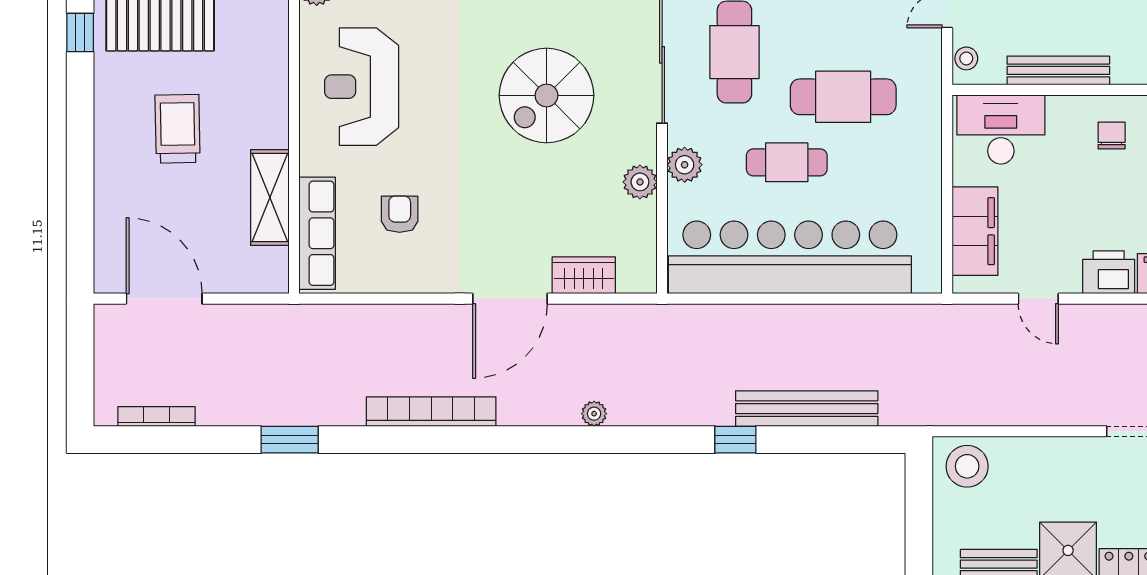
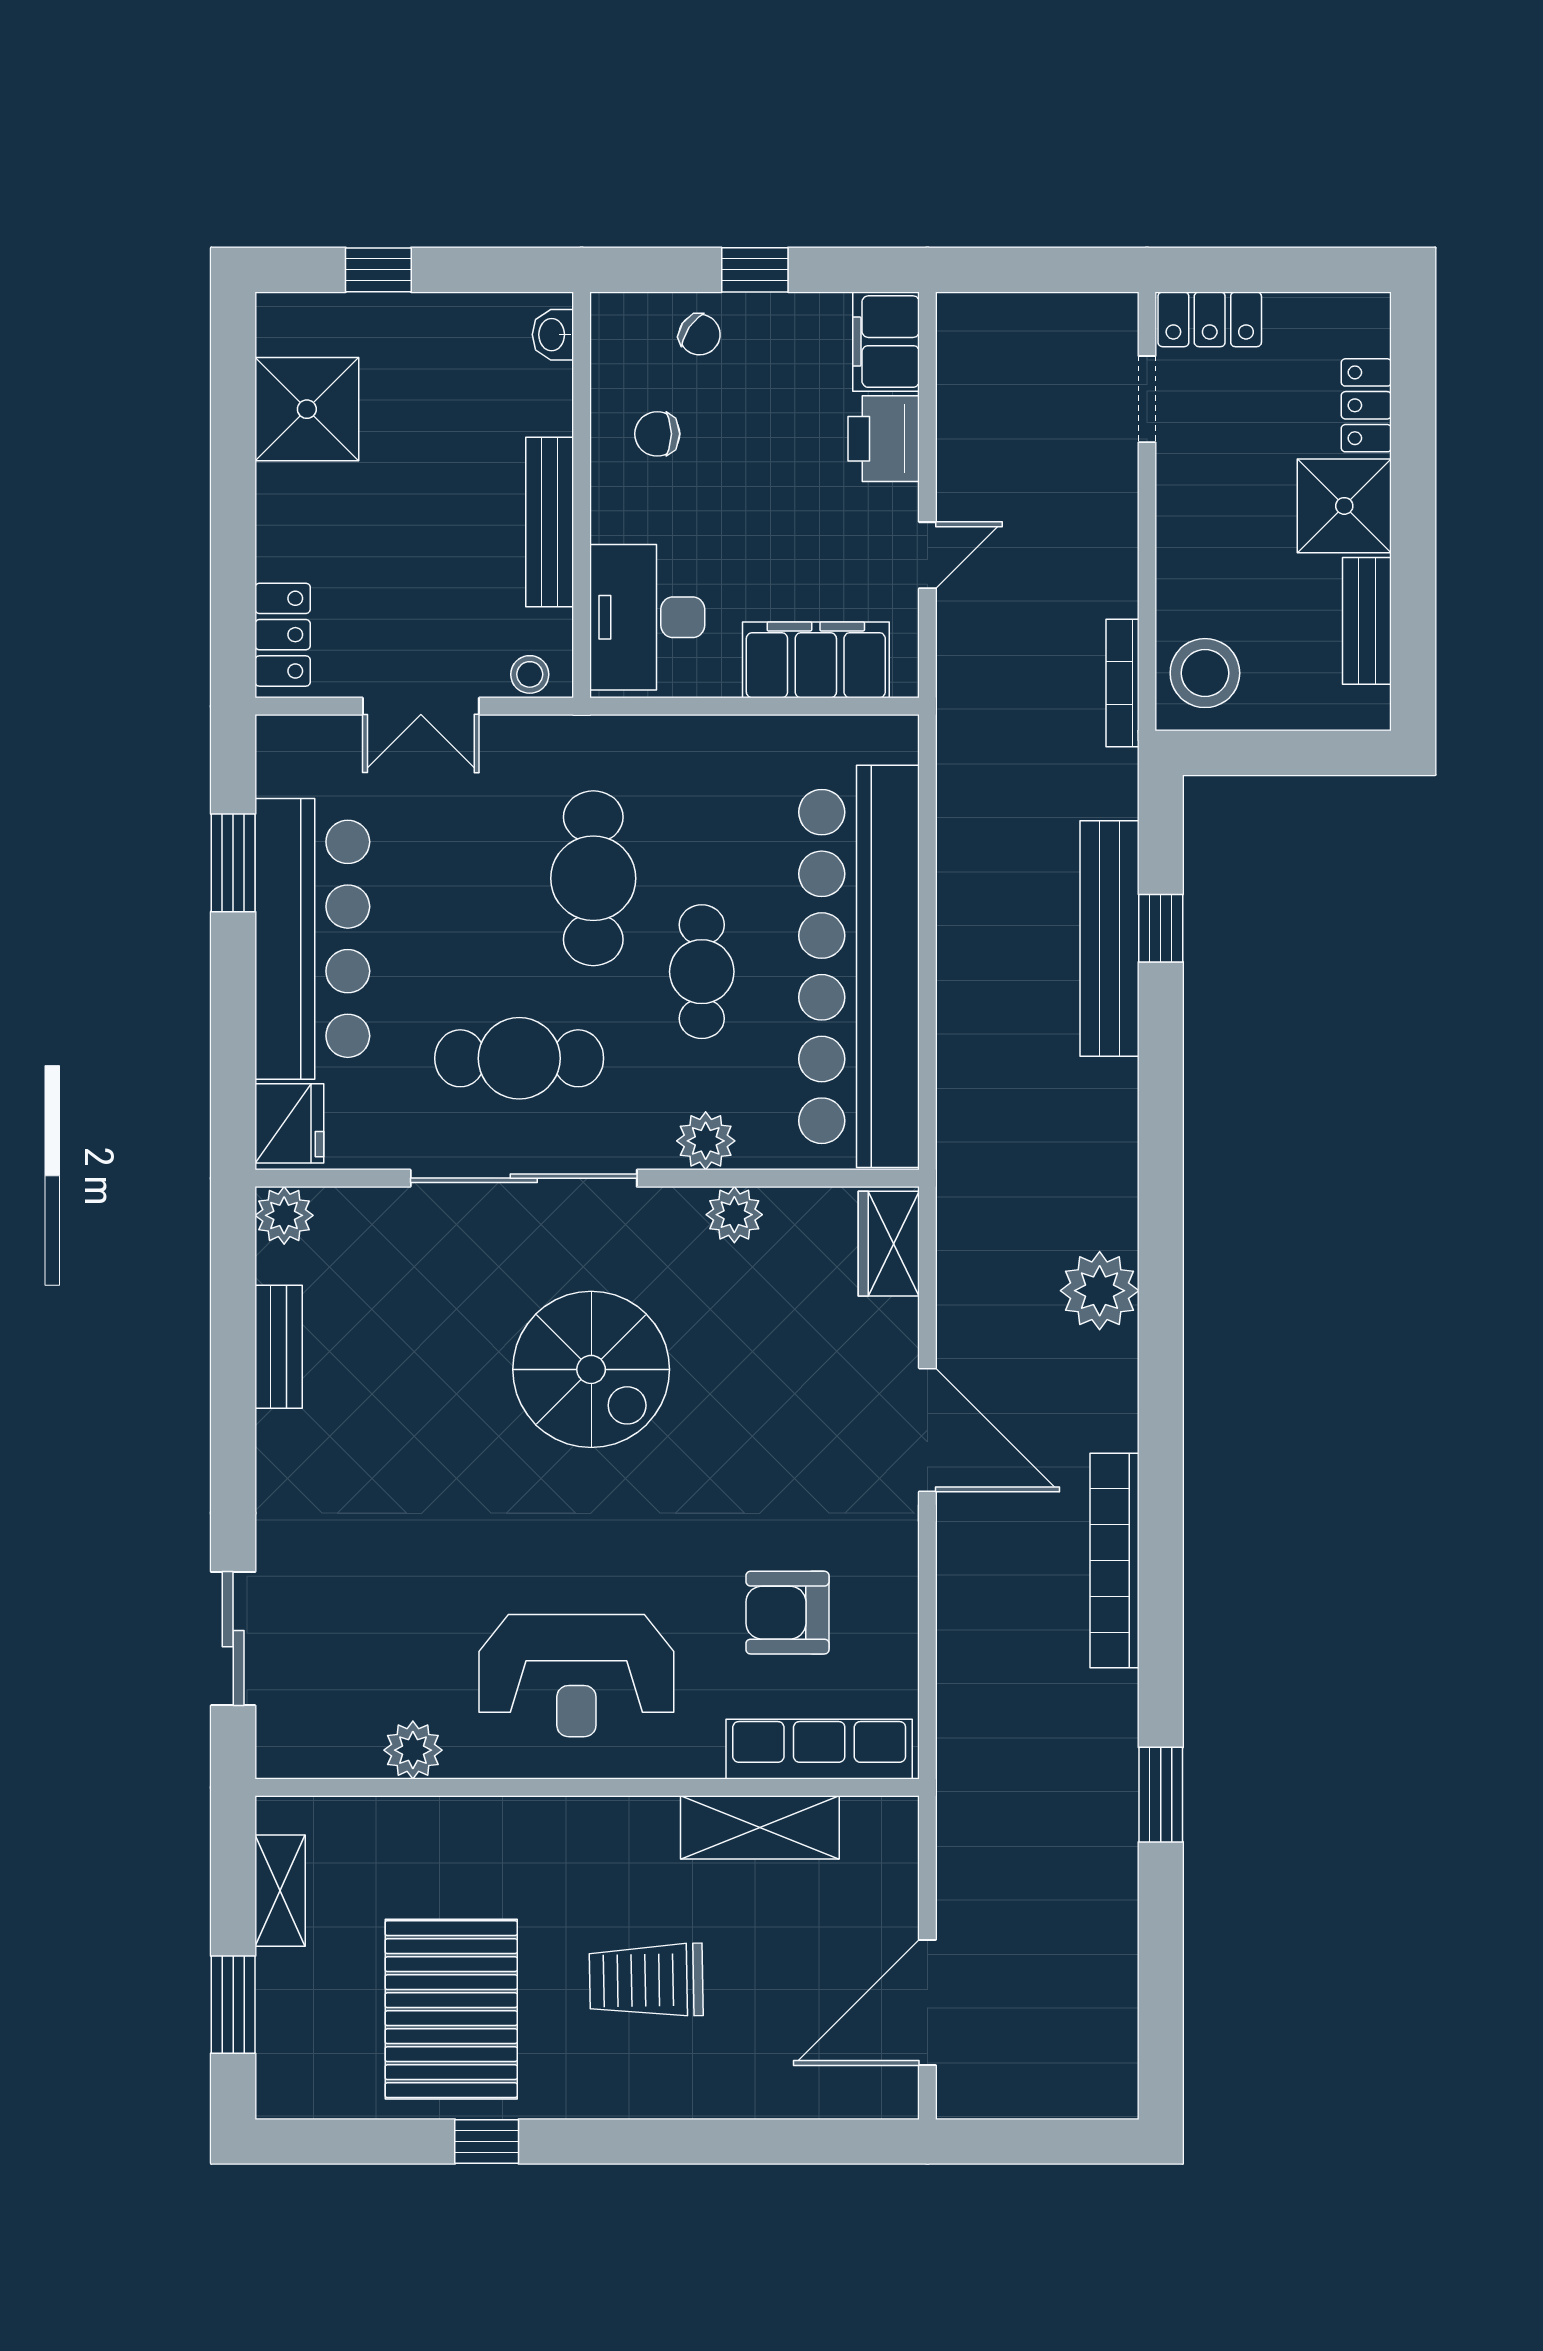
armchair: (400, 214) -> (788, 1613), width x1.38, depth x1.38
wardrobe: (584, 275) -> (889, 1244), moved
plant: (594, 414) -> (1100, 1291), width x1.87, depth x1.87
bookcase: (156, 416) -> (1122, 683), moved
window: (735, 440) -> (1161, 928), moved

